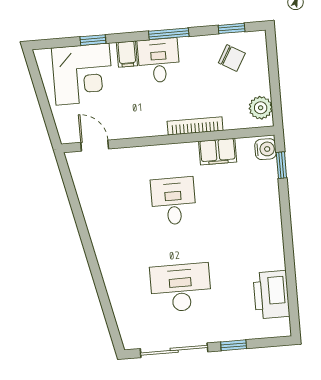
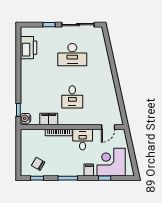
desk: (159, 60) -> (83, 140), moved, turned 180
plant: (261, 108) -> (26, 139), removed
door: (95, 146) -> (108, 127), hinge flipped

